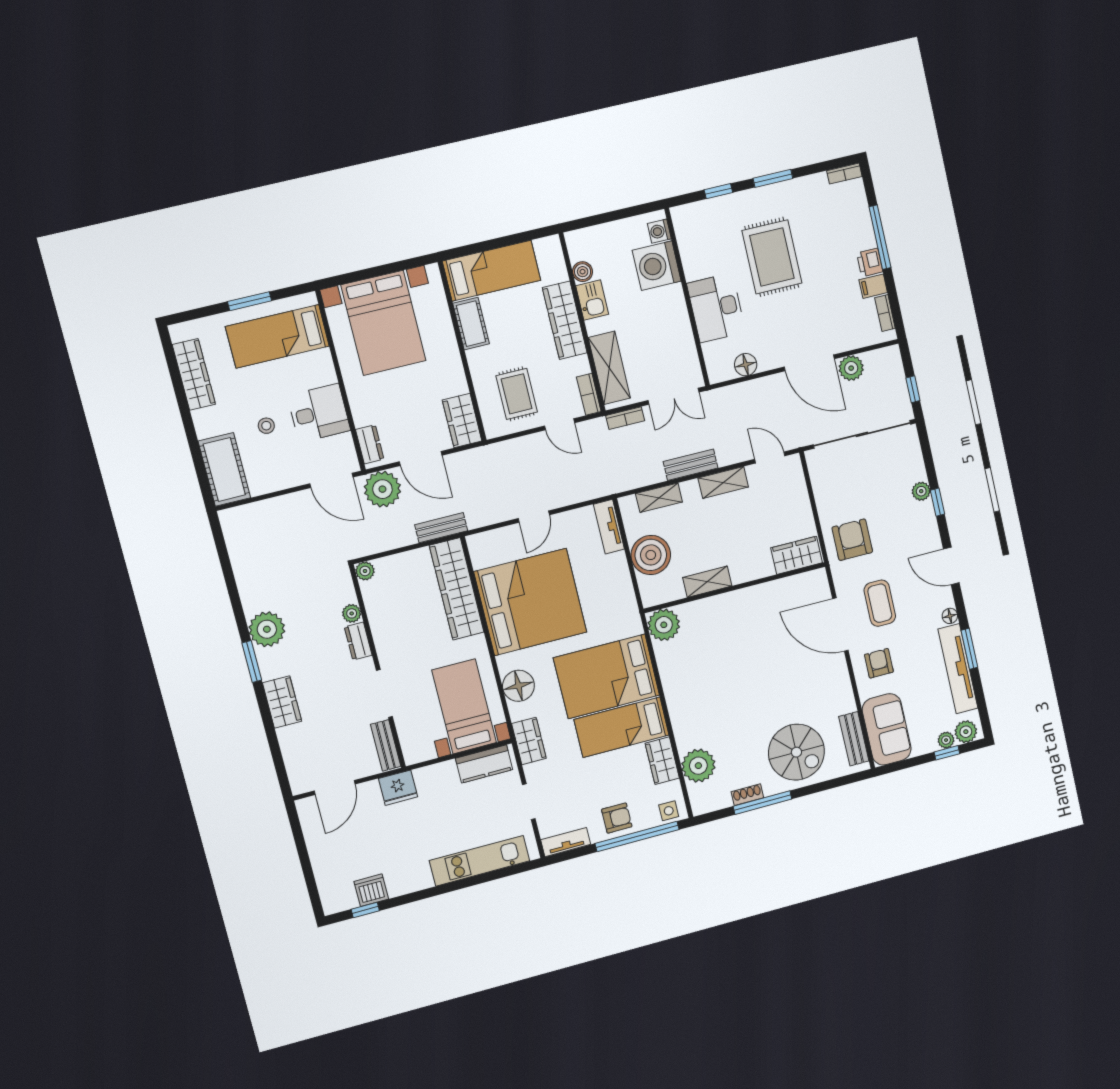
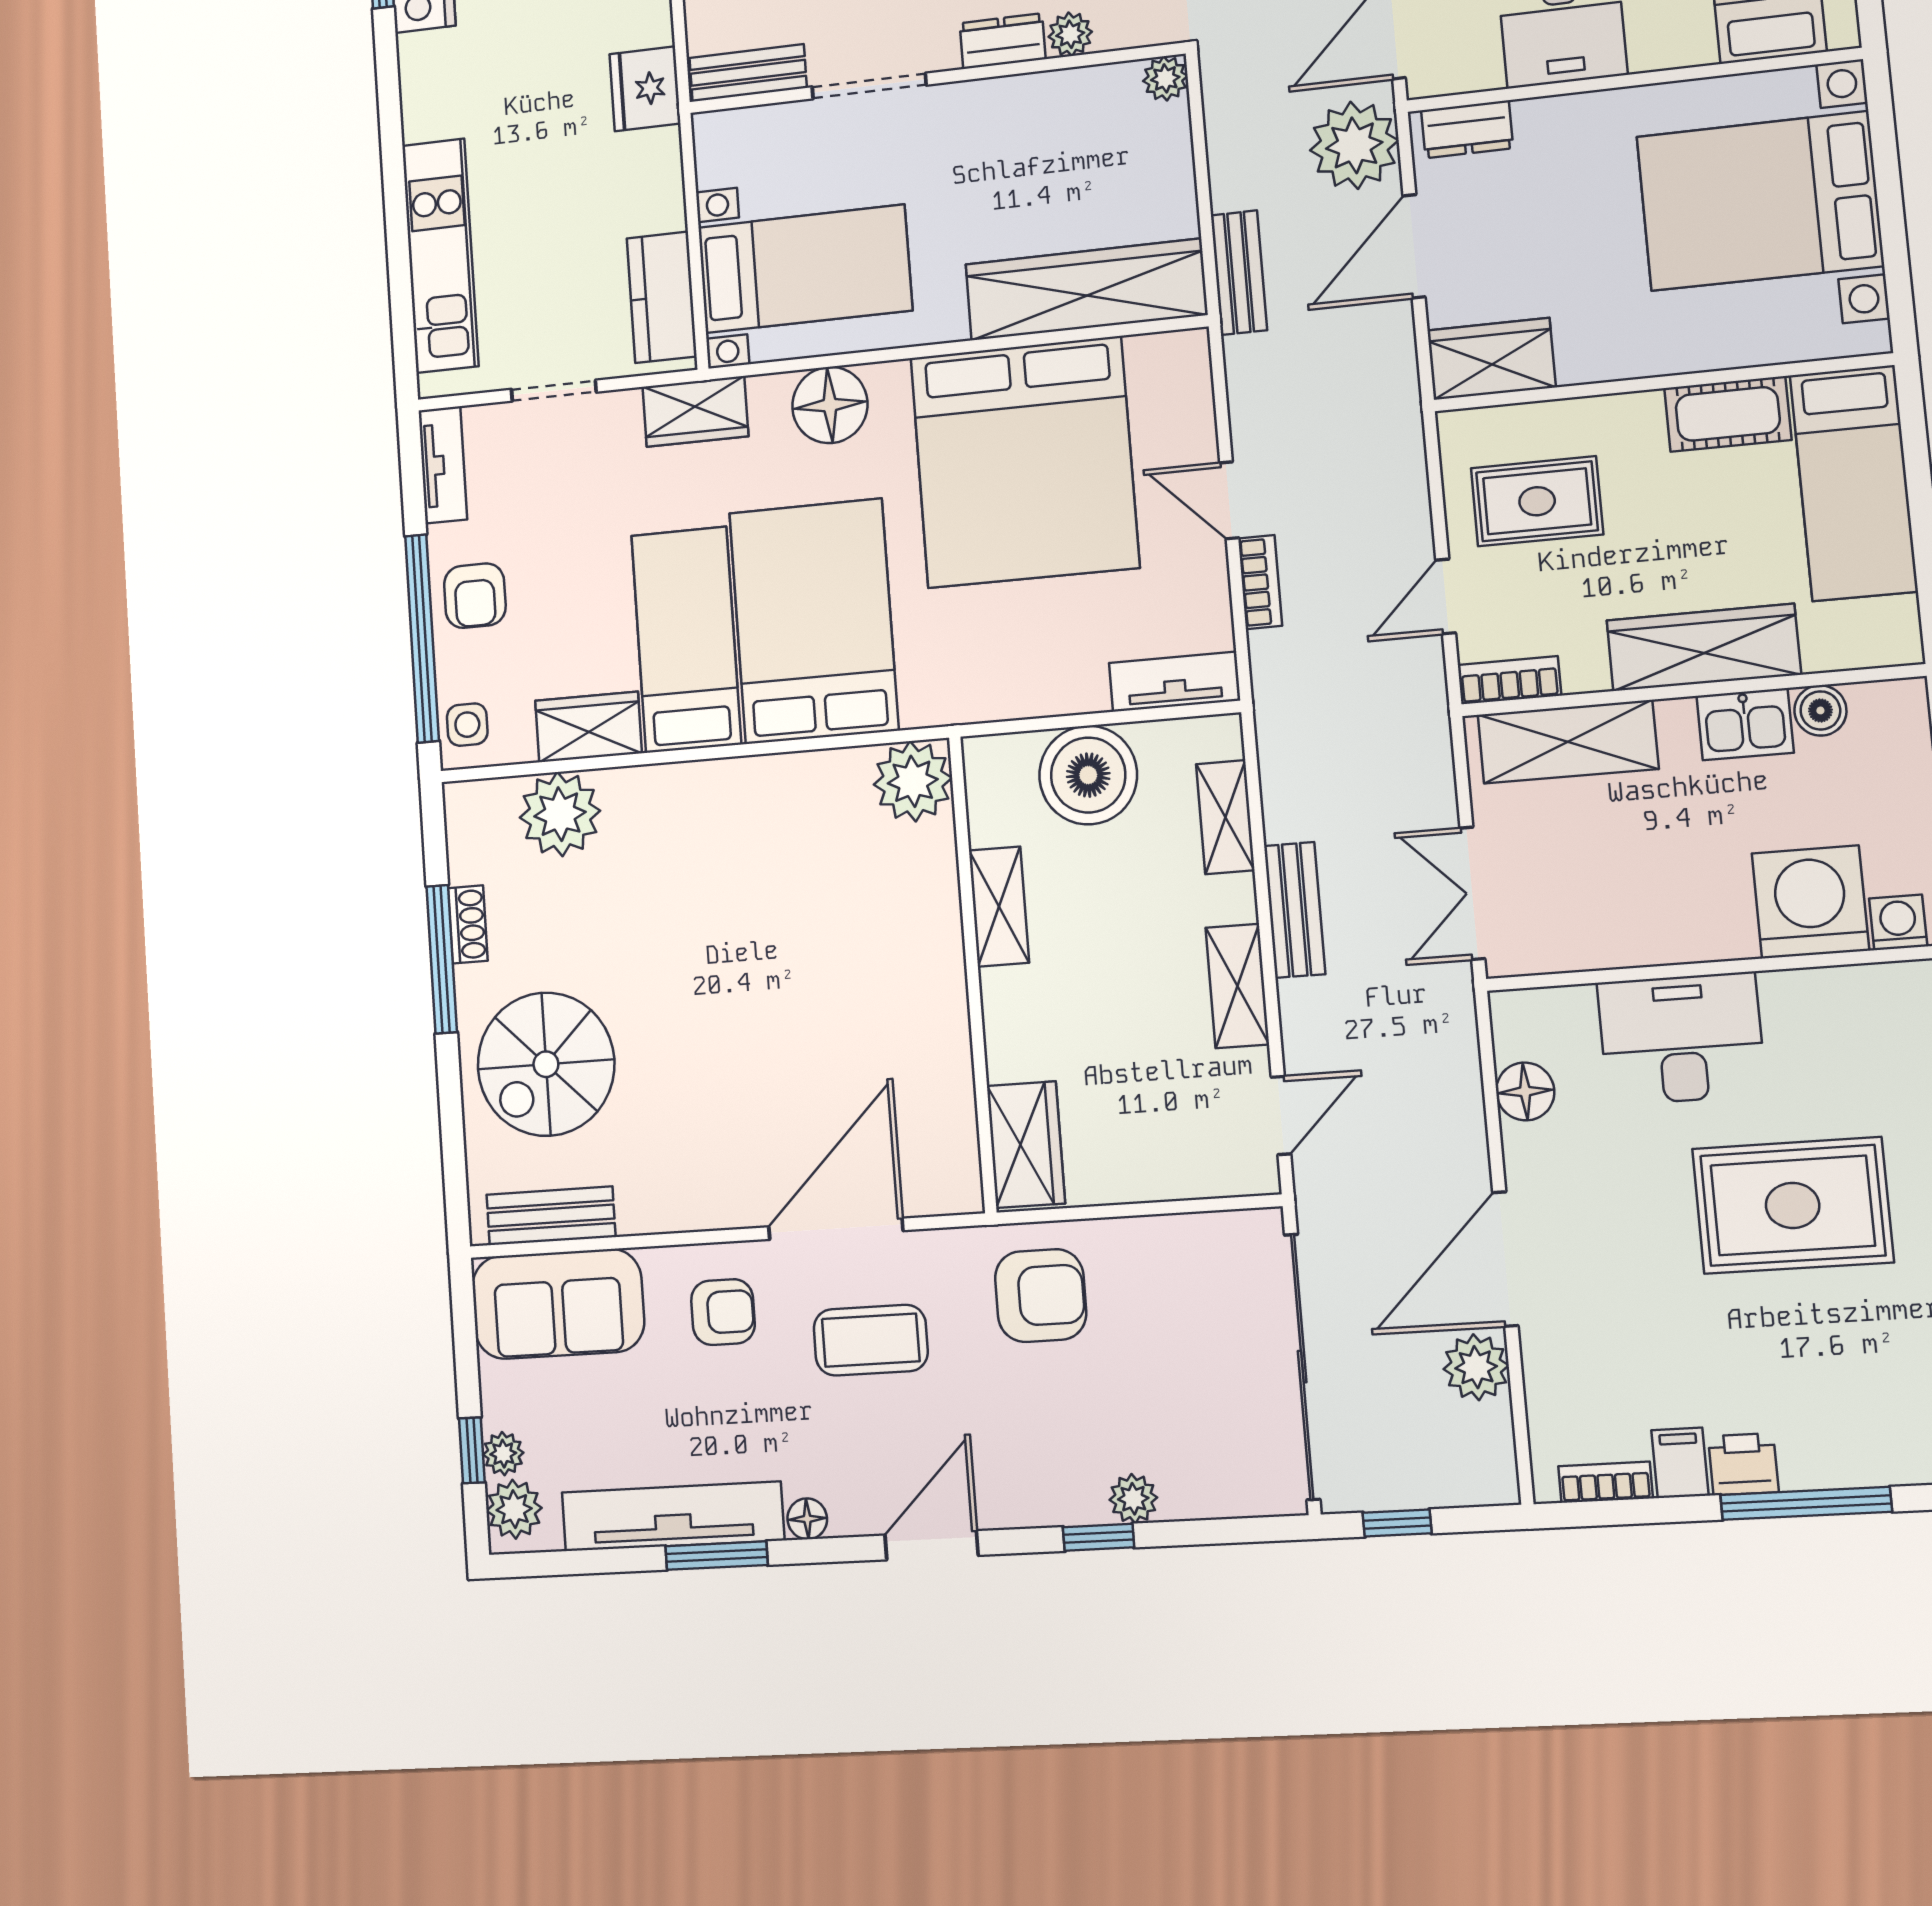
bookcase: (625, 418) -> (1260, 582), moved, turned 180

